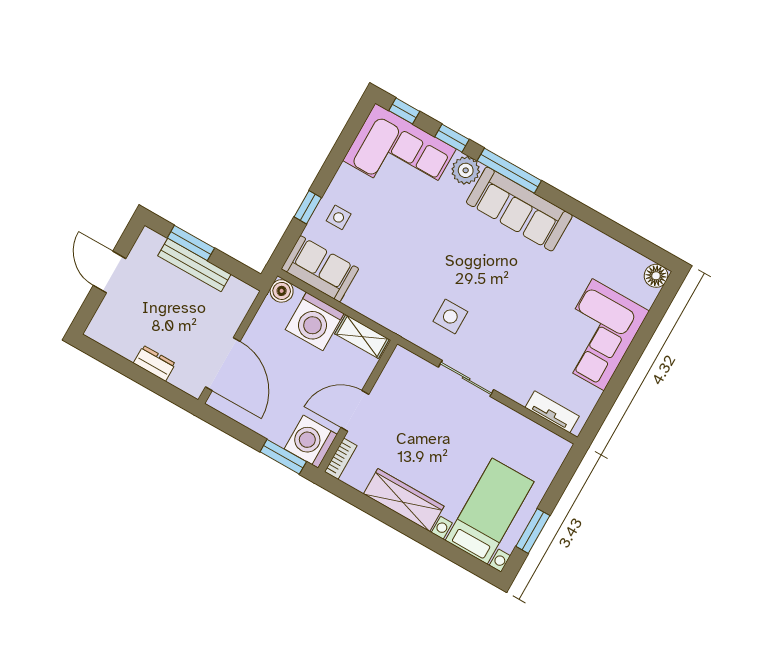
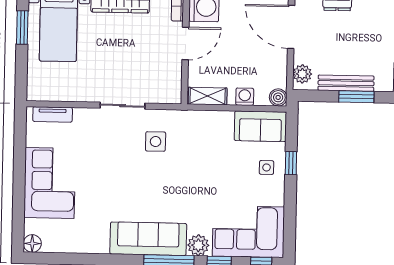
plant: (239, 303) -> (302, 74), added
washing machine: (315, 321) -> (245, 97), width x0.53, depth x0.53

